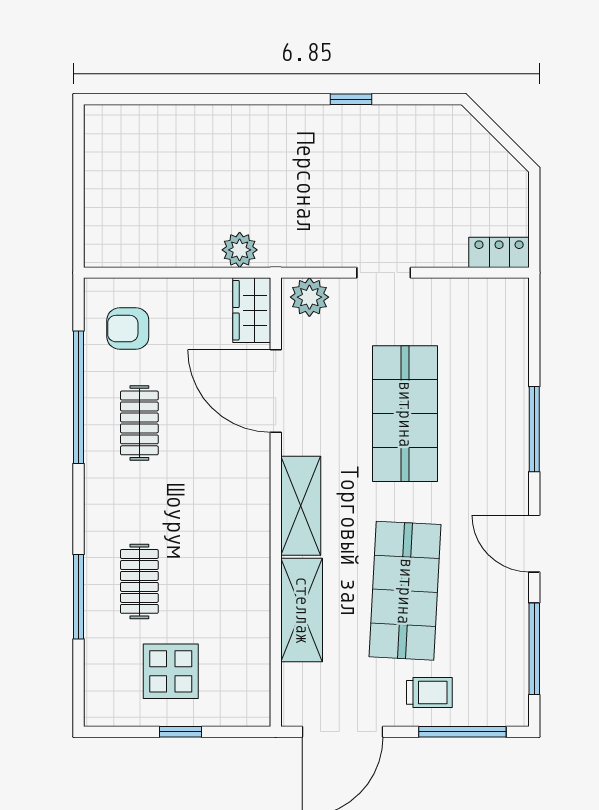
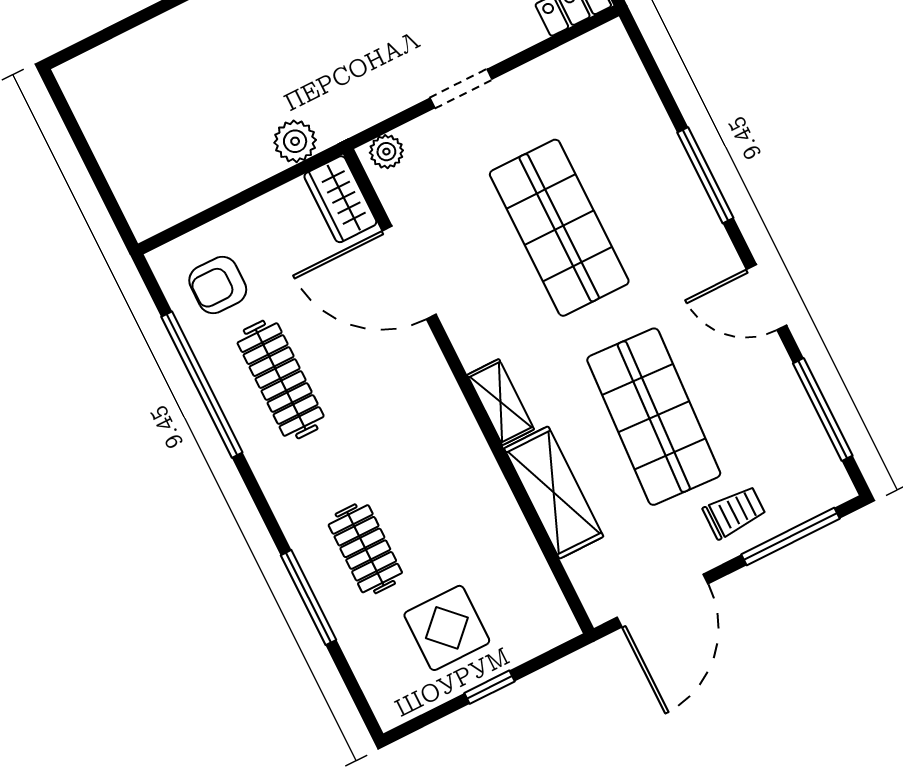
plant: (309, 297) -> (386, 152), width x0.73, depth x0.73
clothes rail: (139, 423) -> (281, 380), width x1.36
shelving: (301, 506) -> (501, 402), width x0.67, depth x0.75

